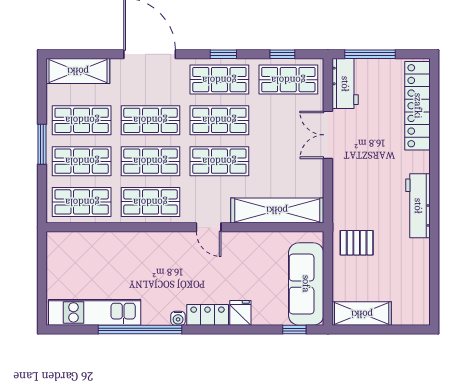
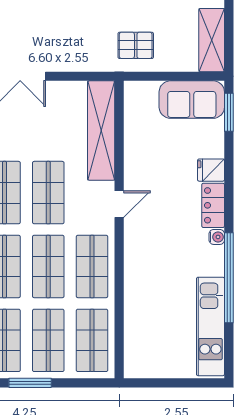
pallet: (357, 243) -> (136, 45), turned 90
sofa: (306, 284) -> (192, 100), width x0.73
window: (294, 330) -> (229, 112), width x1.50

